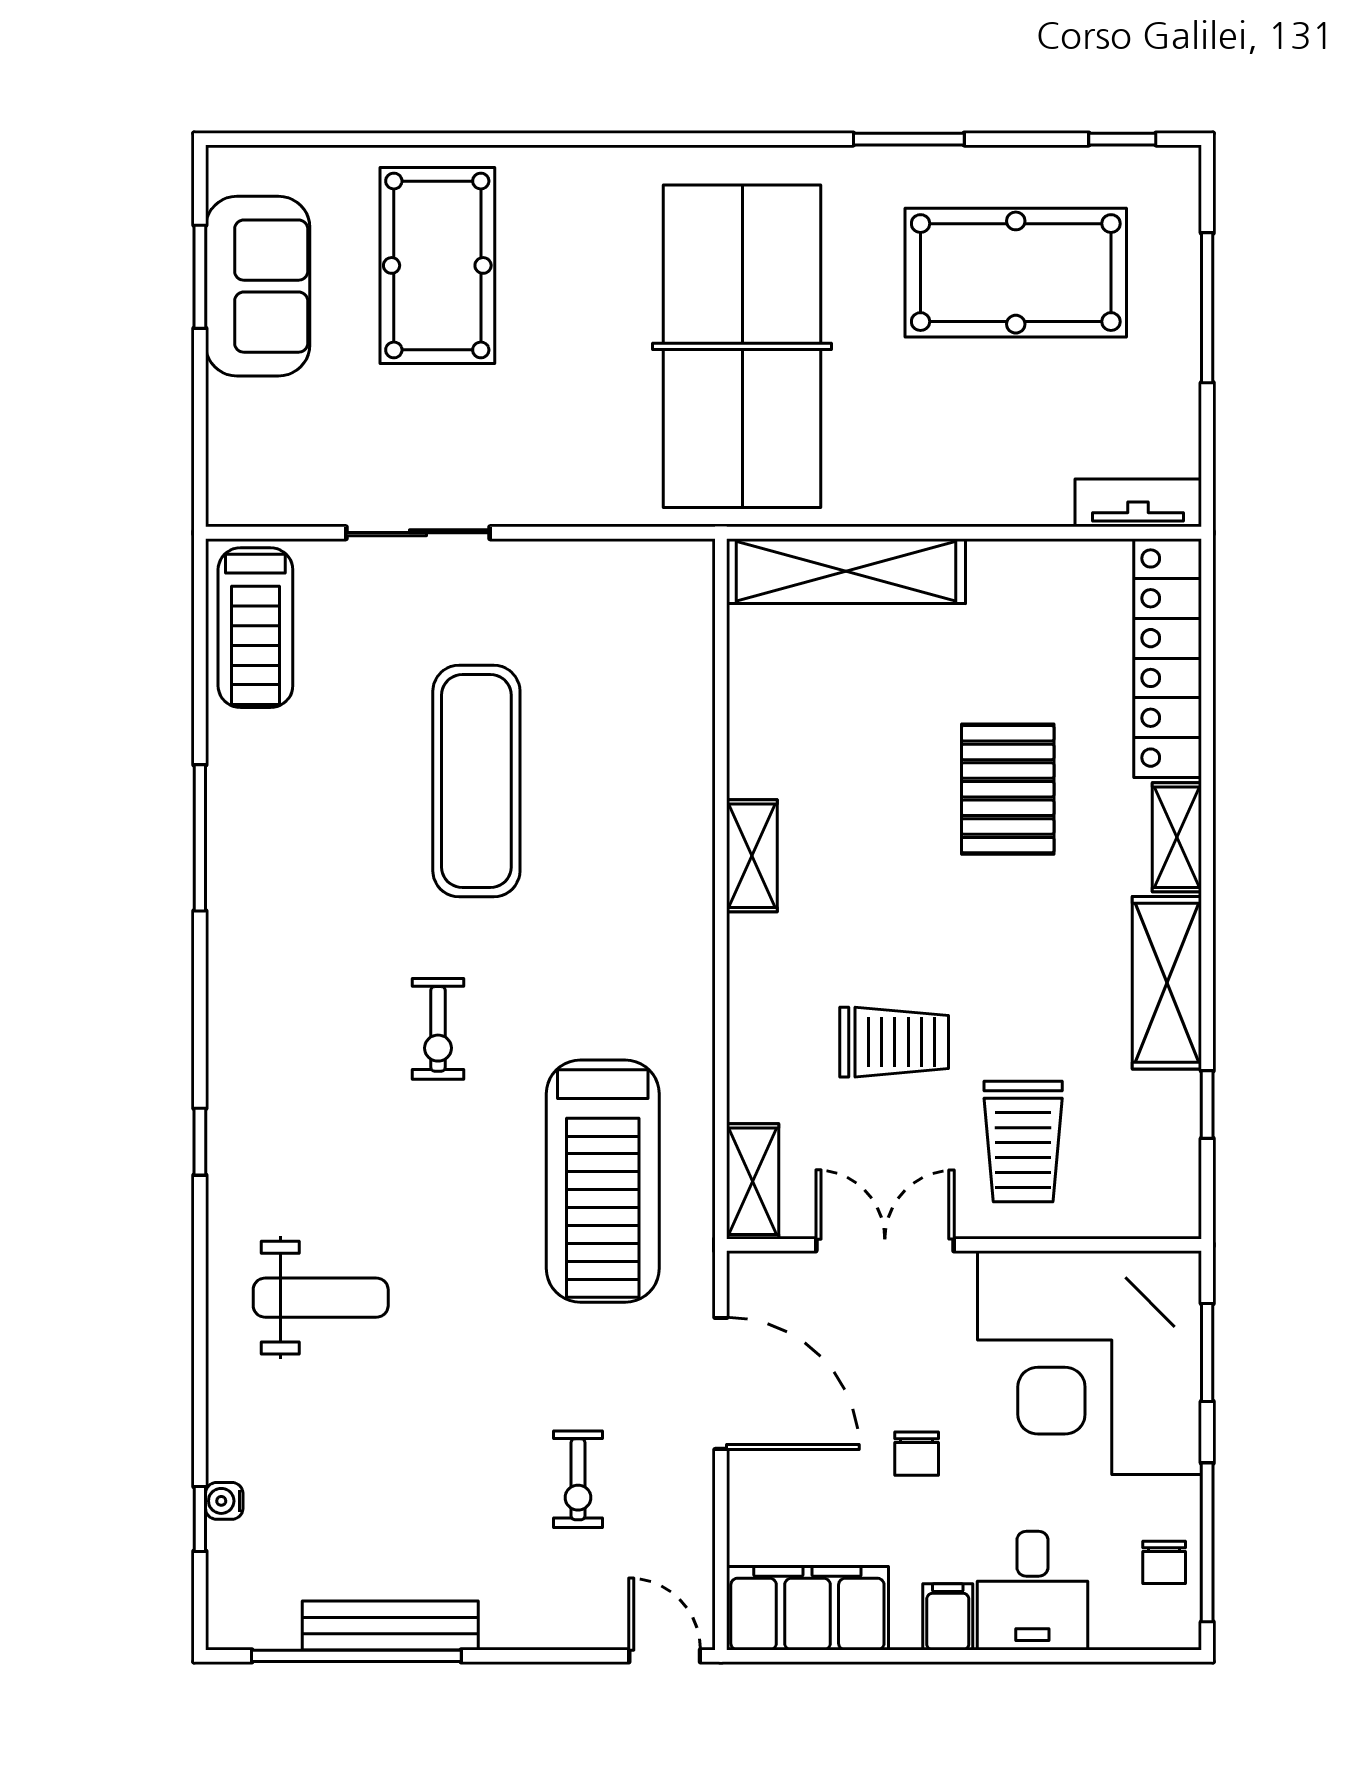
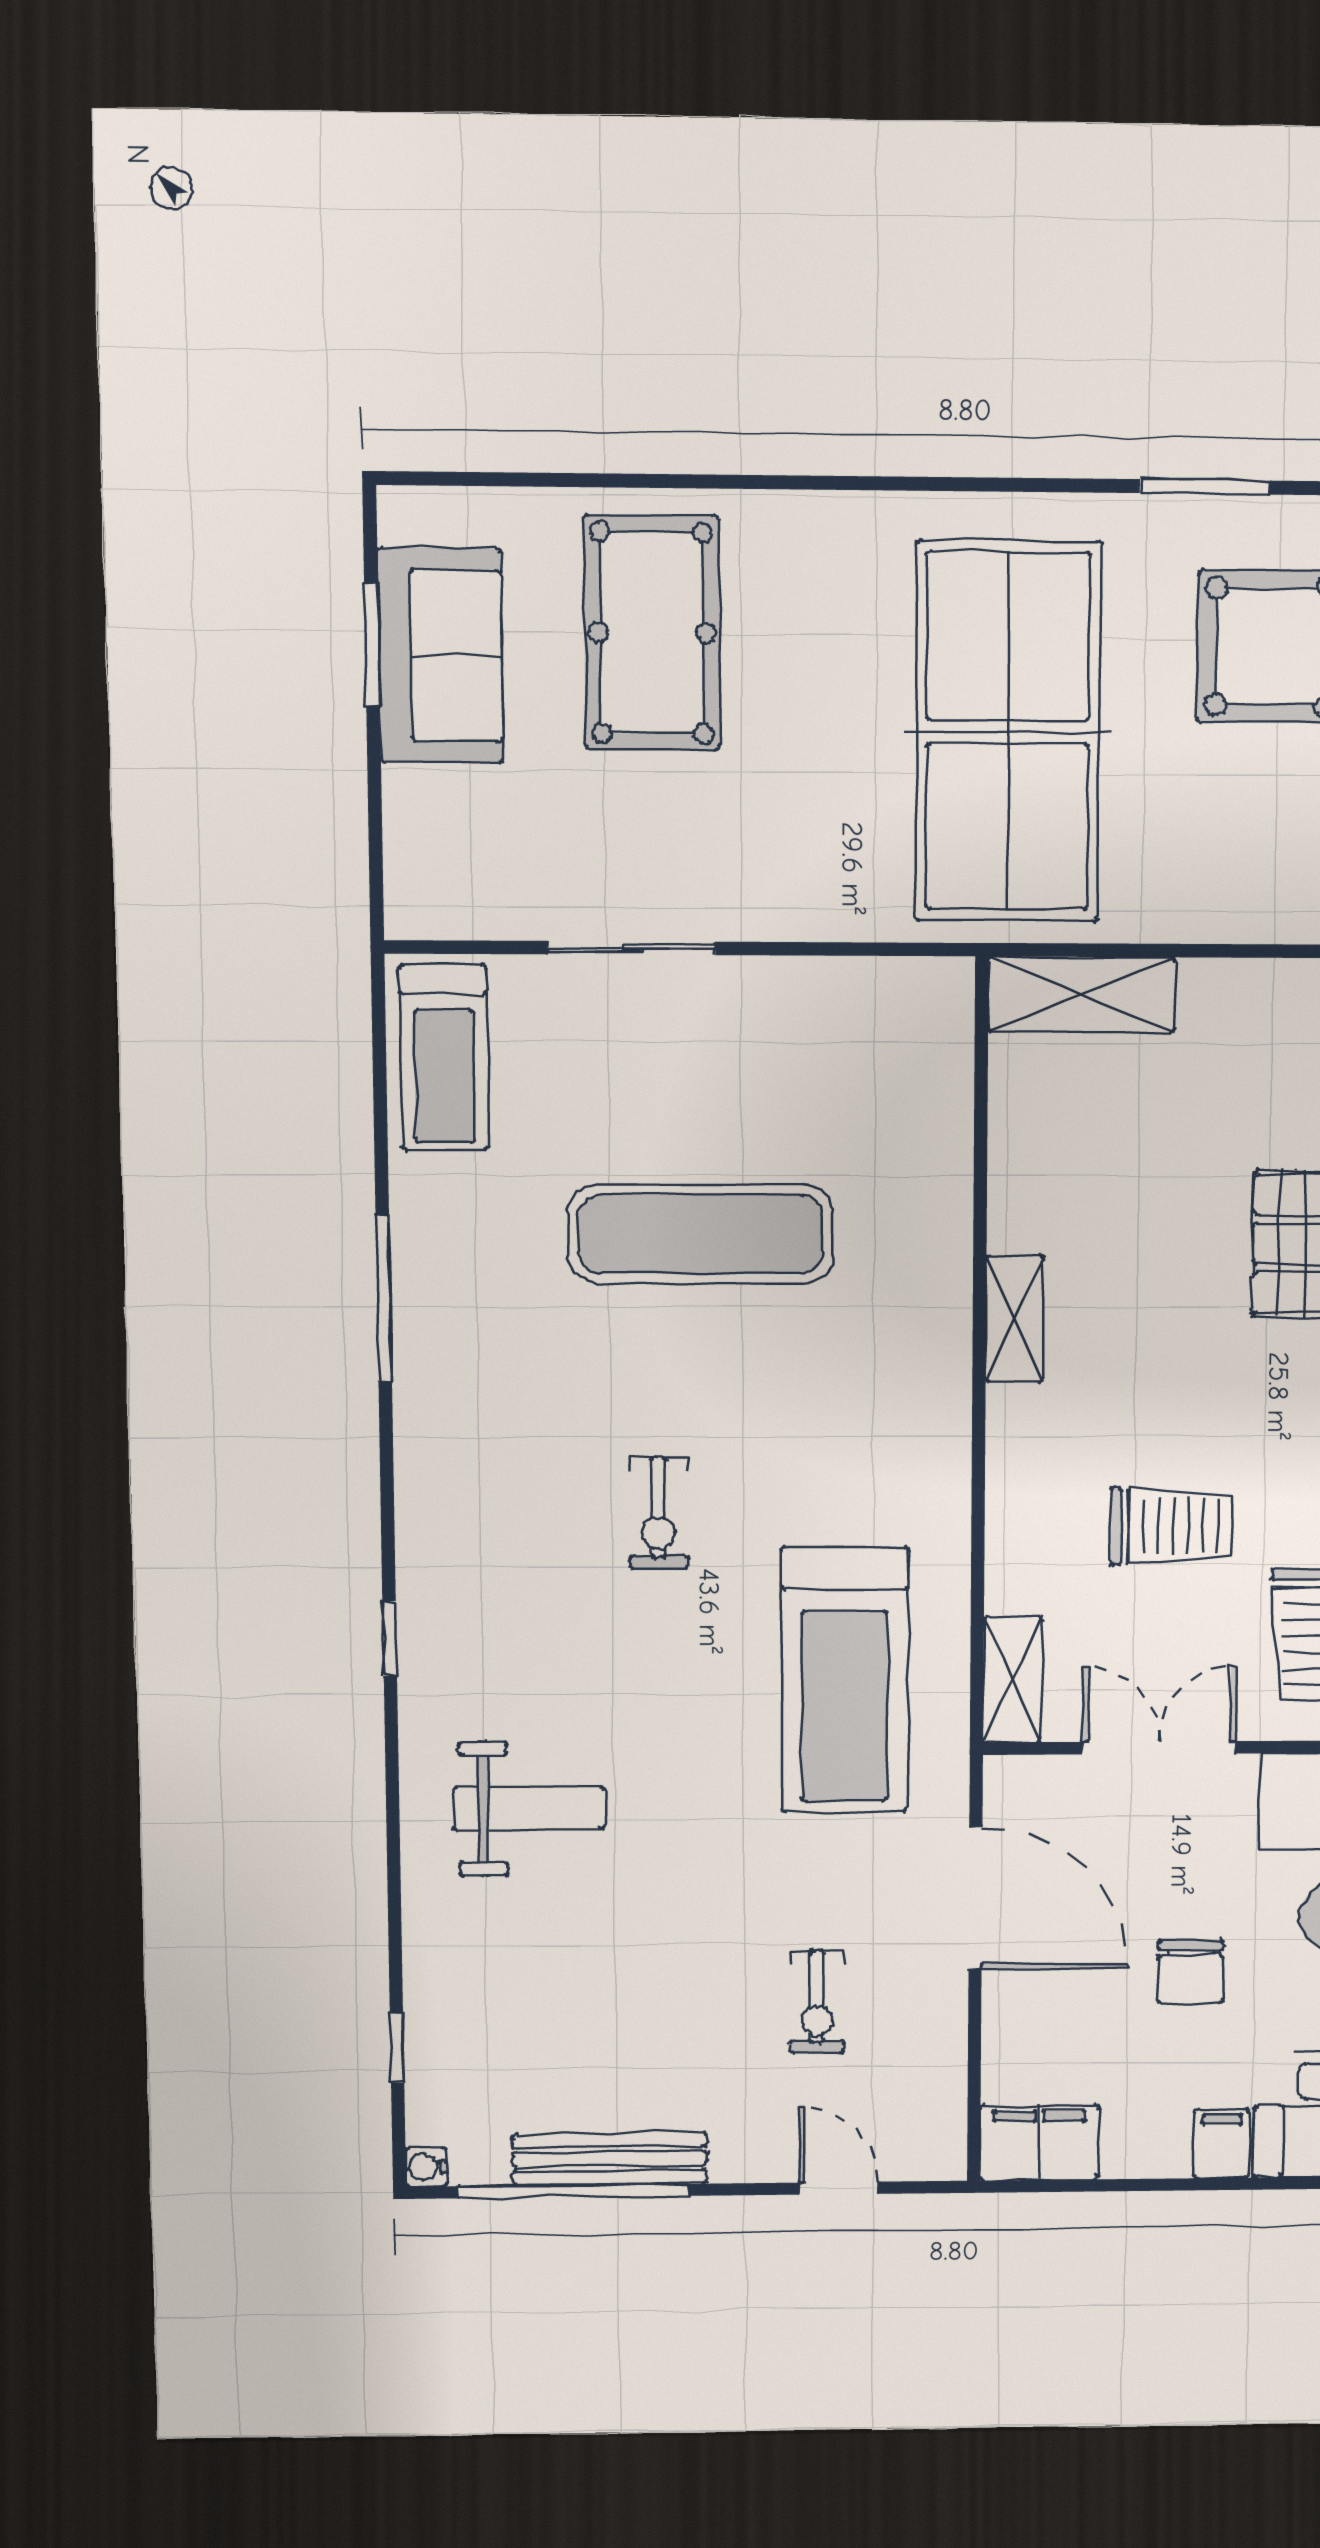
shelving: (846, 571) -> (1082, 995), width x0.68
exercise mat: (476, 781) -> (701, 1234), turned 90
chair: (917, 1454) -> (1190, 1972), width x1.37, depth x1.37
water cooler: (224, 1501) -> (426, 2167), moved
filing cabinet: (807, 1608) -> (1039, 2142), width x0.67, depth x0.86
door: (665, 1656) -> (838, 2188), moved

